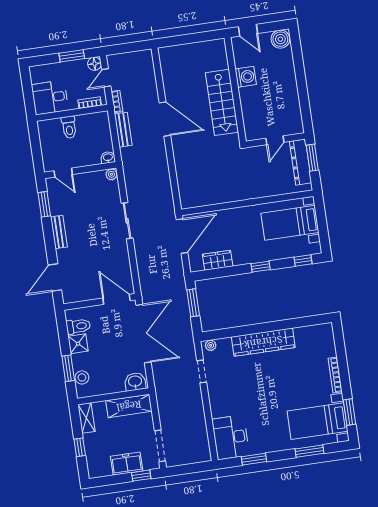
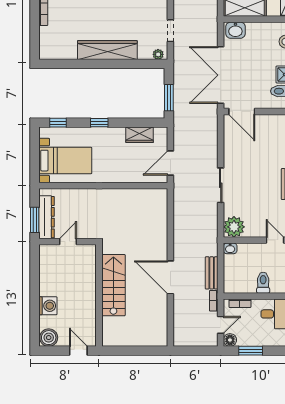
washing machine: (246, 77) -> (48, 306), moved, turned 180
plant: (112, 174) -> (234, 227), width x1.88, depth x1.88
door: (182, 236) -> (170, 163), width x0.73

